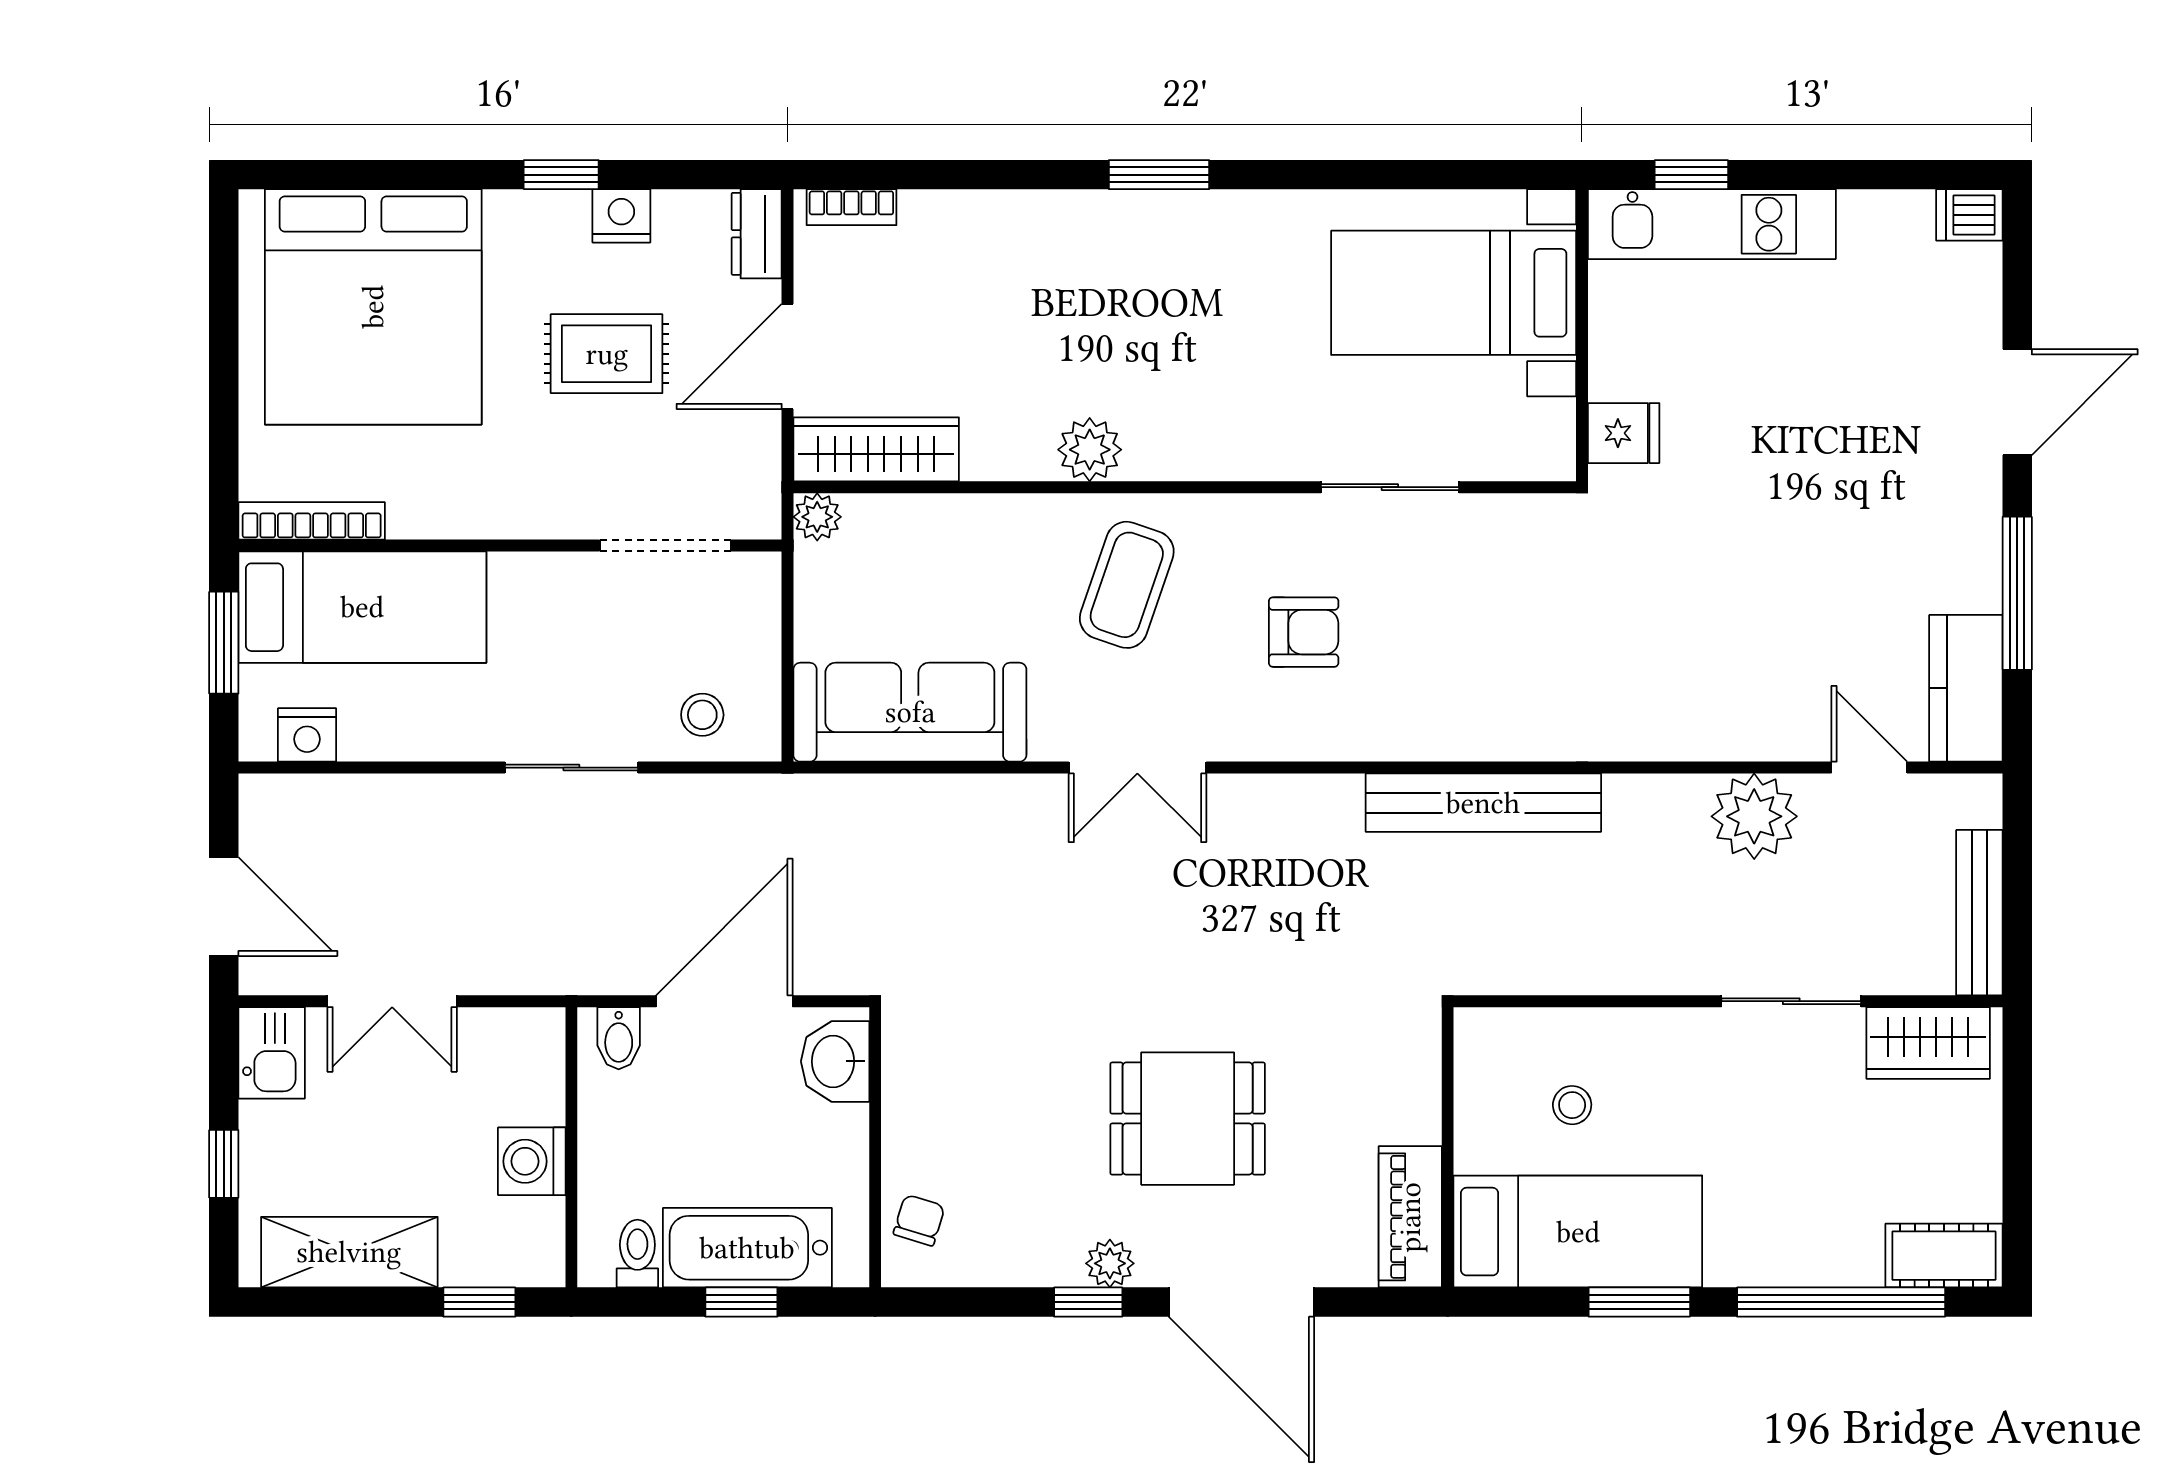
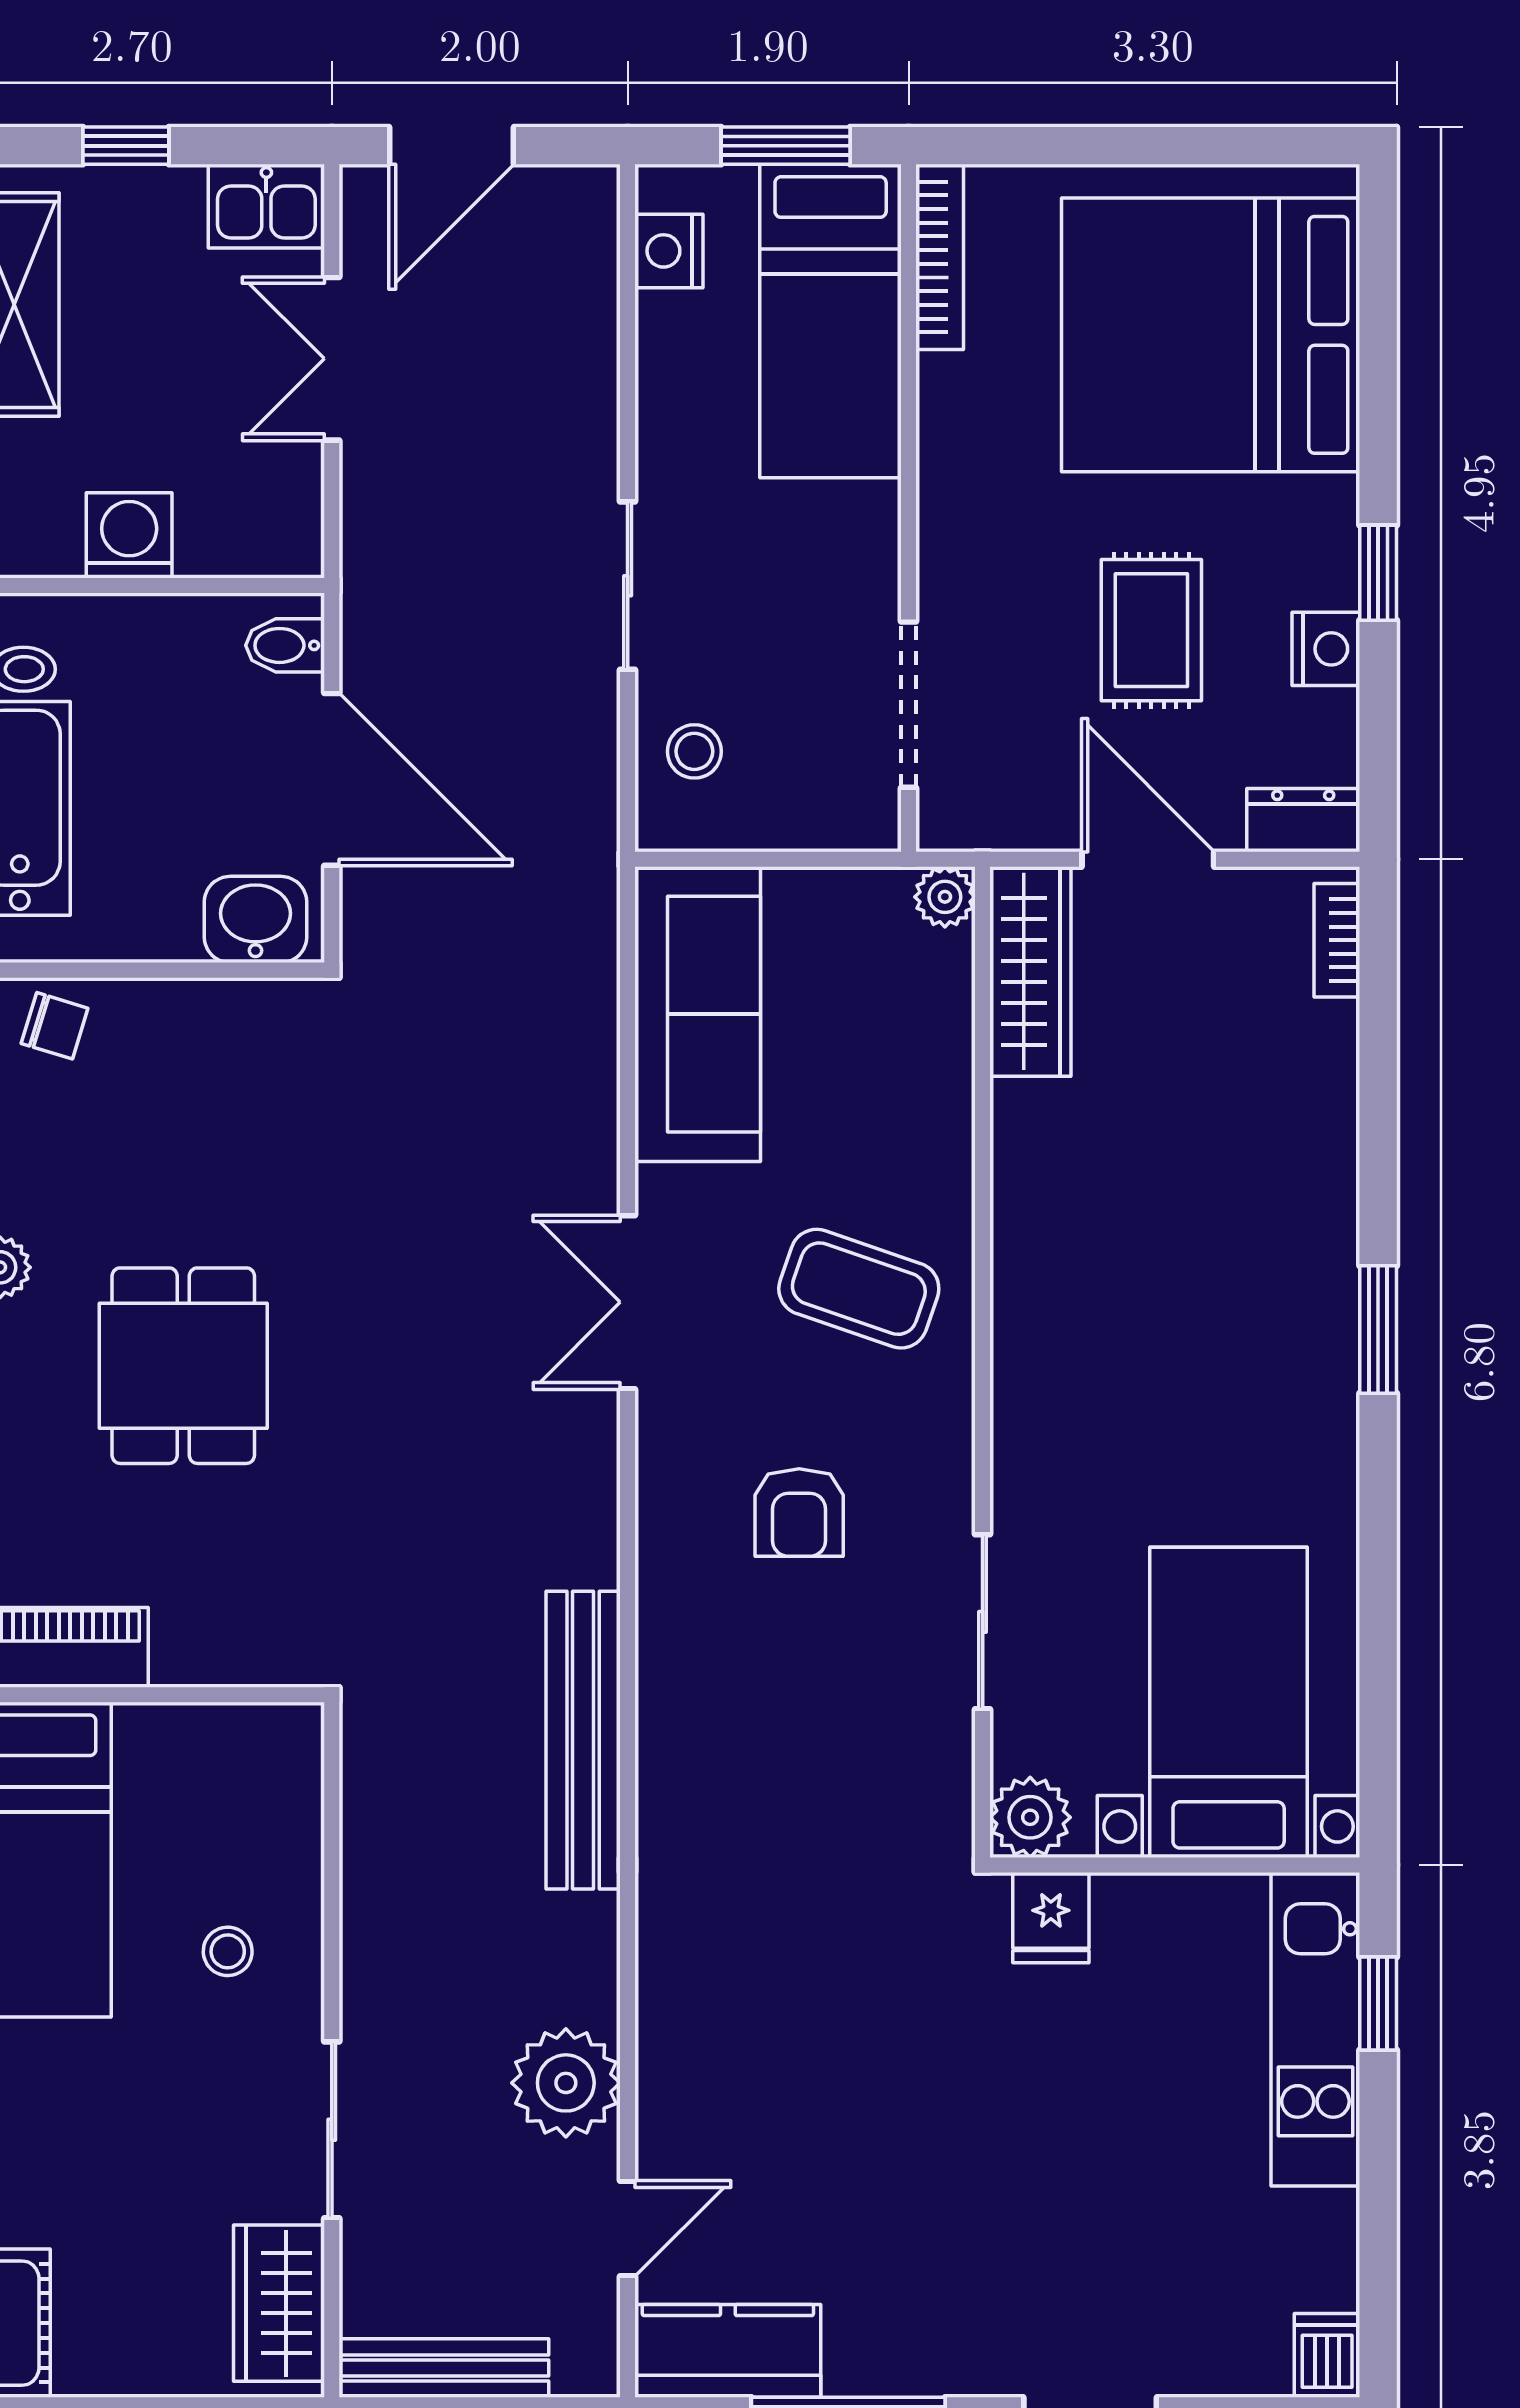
plant: (1090, 450) -> (1030, 1817), moved
stool: (1572, 1105) -> (228, 1951), moved

